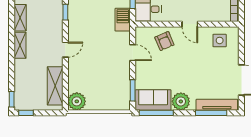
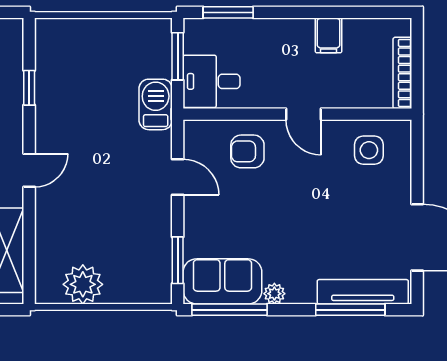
armchair: (164, 41) -> (247, 151), turned 113
plant: (77, 101) -> (83, 284), moved
plant: (181, 101) -> (274, 294), width x0.53, depth x0.53

